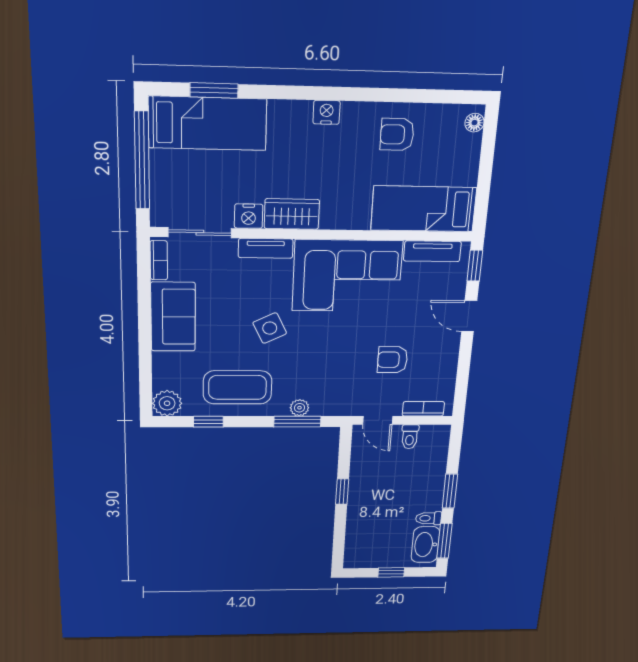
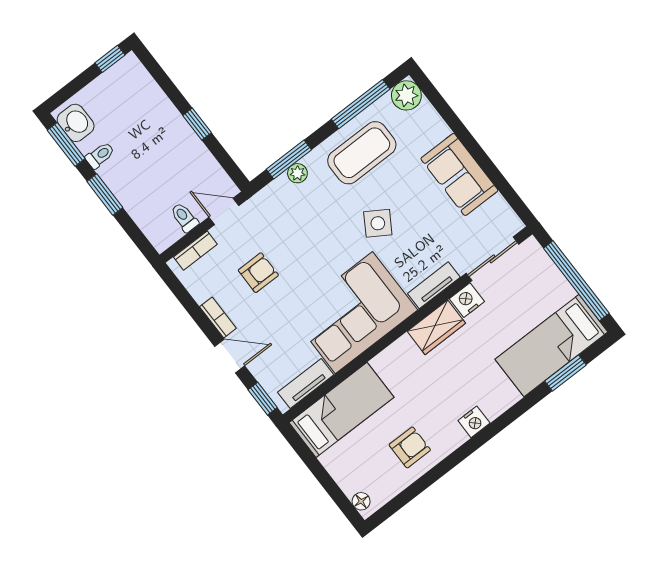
bookcase: (159, 260) -> (218, 317), moved, turned 180
side table: (270, 328) -> (378, 223), turned -32
window: (208, 422) -> (361, 104), width x2.17
washbasin: (425, 545) -> (76, 123), width x0.72
window: (391, 572) -> (110, 59), moved

